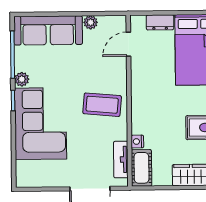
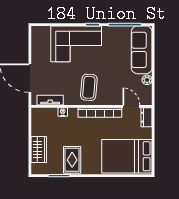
dresser: (160, 22) -> (147, 117), moved
plant: (22, 79) -> (107, 31), removed
bookcase: (138, 89) -> (100, 113), added
cot: (142, 168) -> (44, 115), removed

